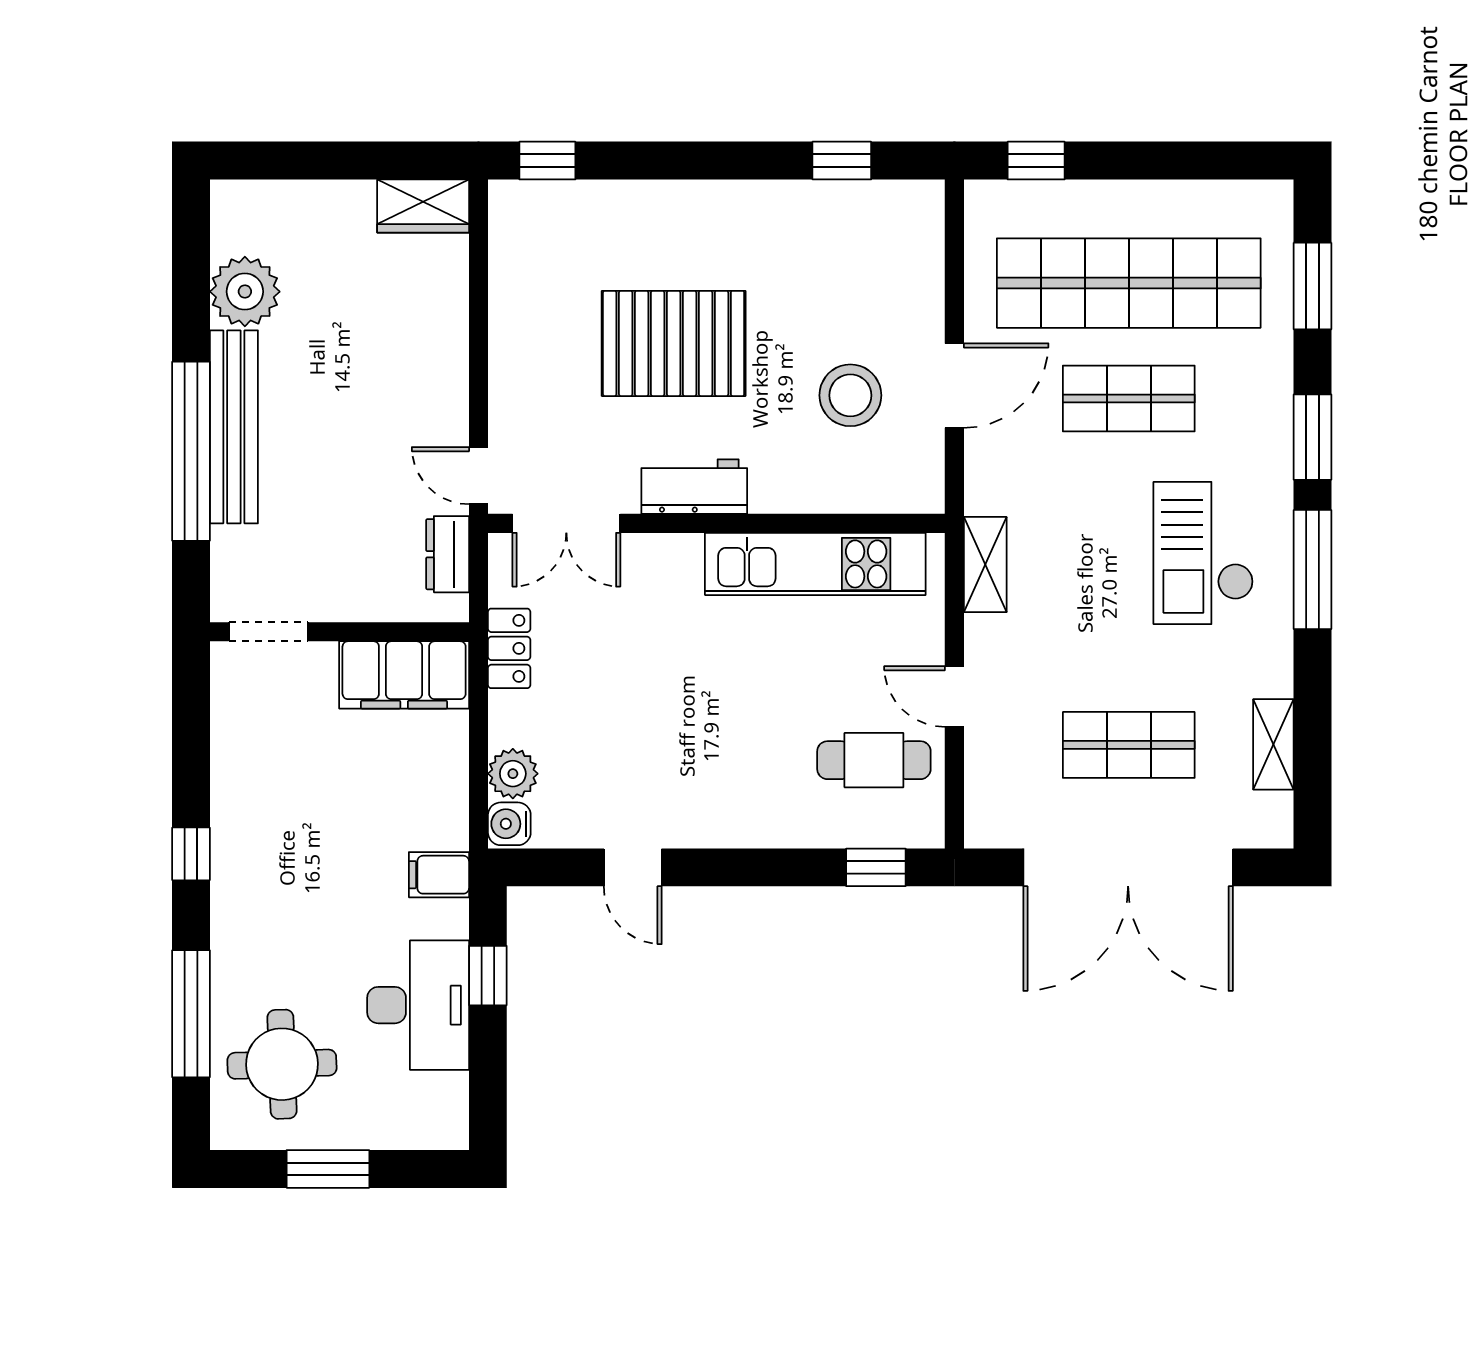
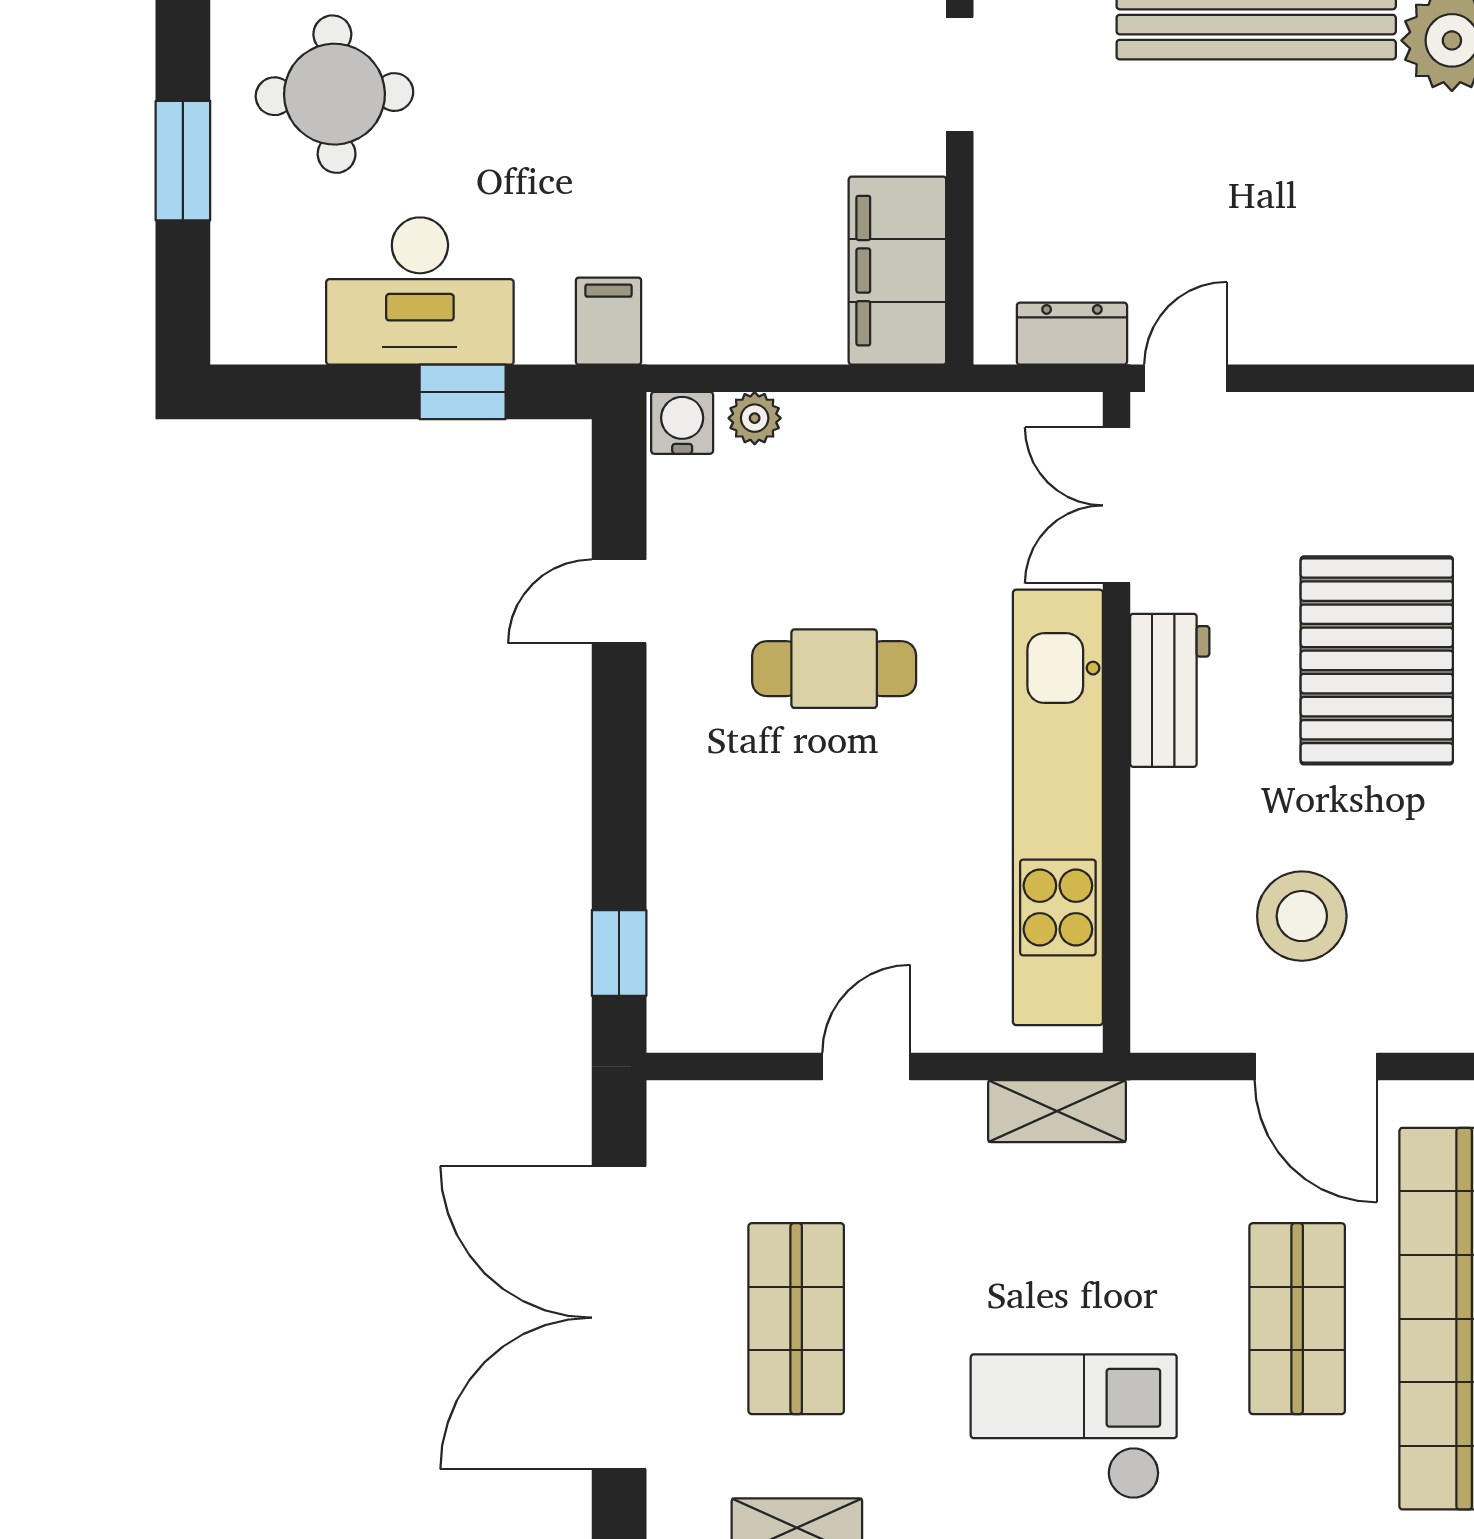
kitchen unit: (815, 564) -> (1058, 807), width x1.36
locker: (509, 648) -> (936, 423), removed
cafe table: (874, 760) -> (834, 669), moved, turned 90
plant: (513, 774) -> (755, 418), width x0.73, depth x0.73

